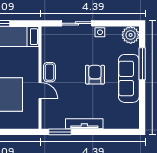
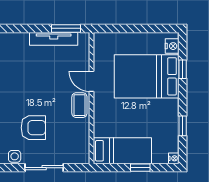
armchair: (95, 75) -> (33, 128), moved, turned -90
tv unit: (84, 124) -> (54, 39), moved

